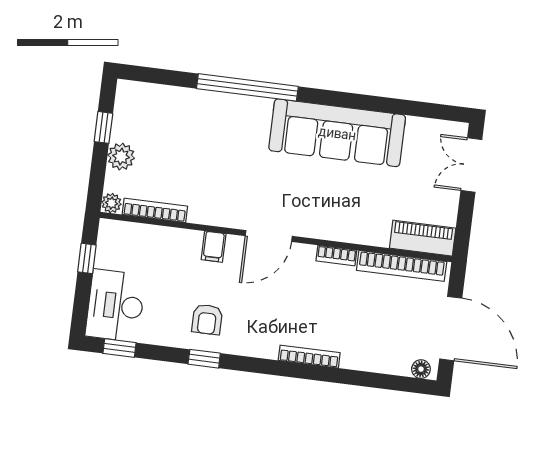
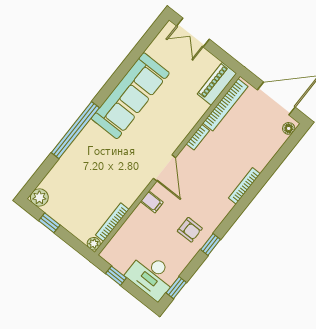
plant: (121, 157) -> (39, 197), moved

